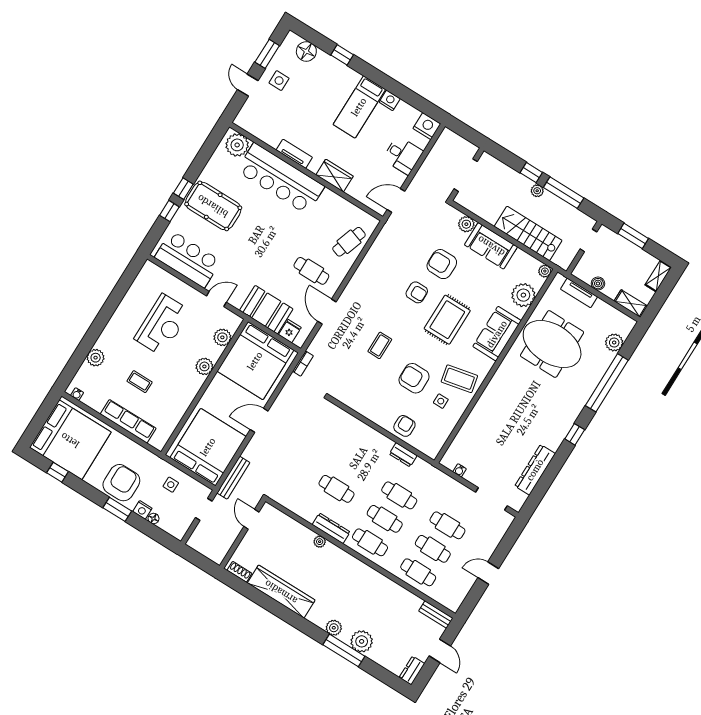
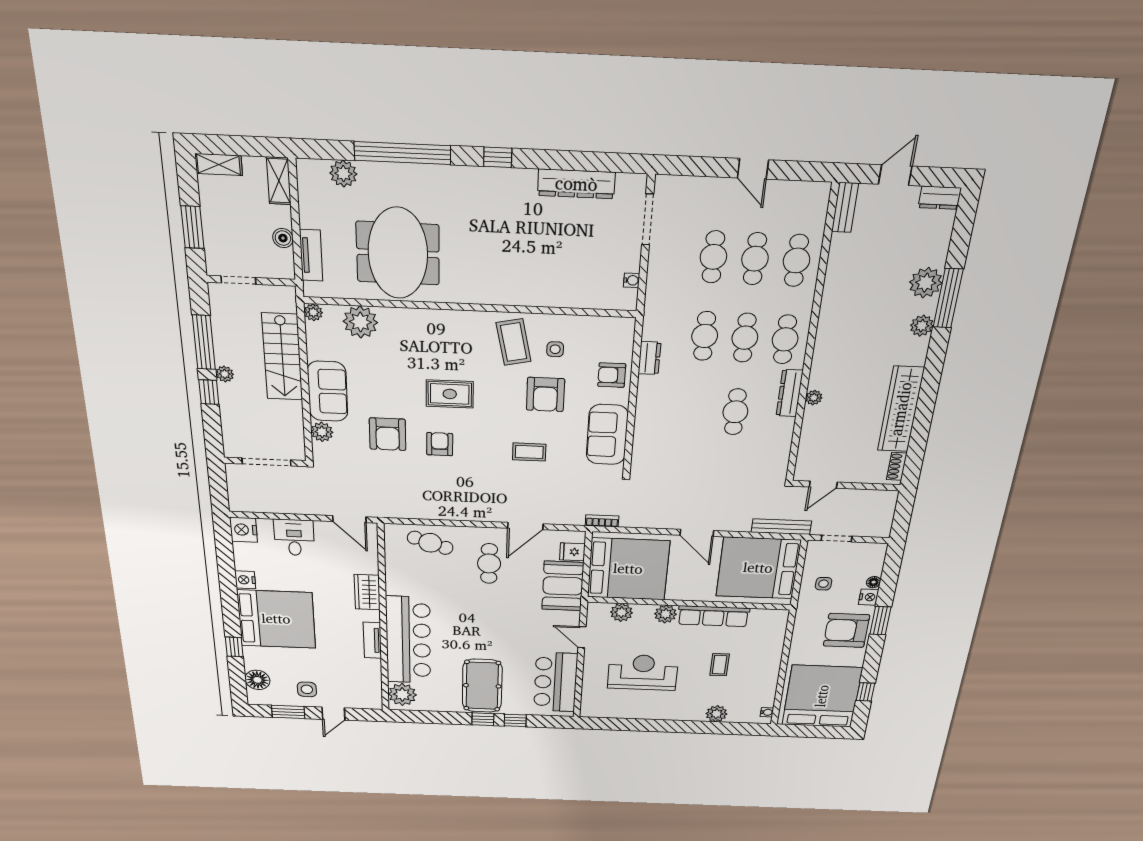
bed: (359, 107) -> (276, 619), width x2.04
rug: (447, 320) -> (450, 394), width x0.73, depth x0.70
sofa: (497, 334) -> (607, 435), moved, turned 90
row of seats: (128, 421) -> (713, 616), moved, turned -90

